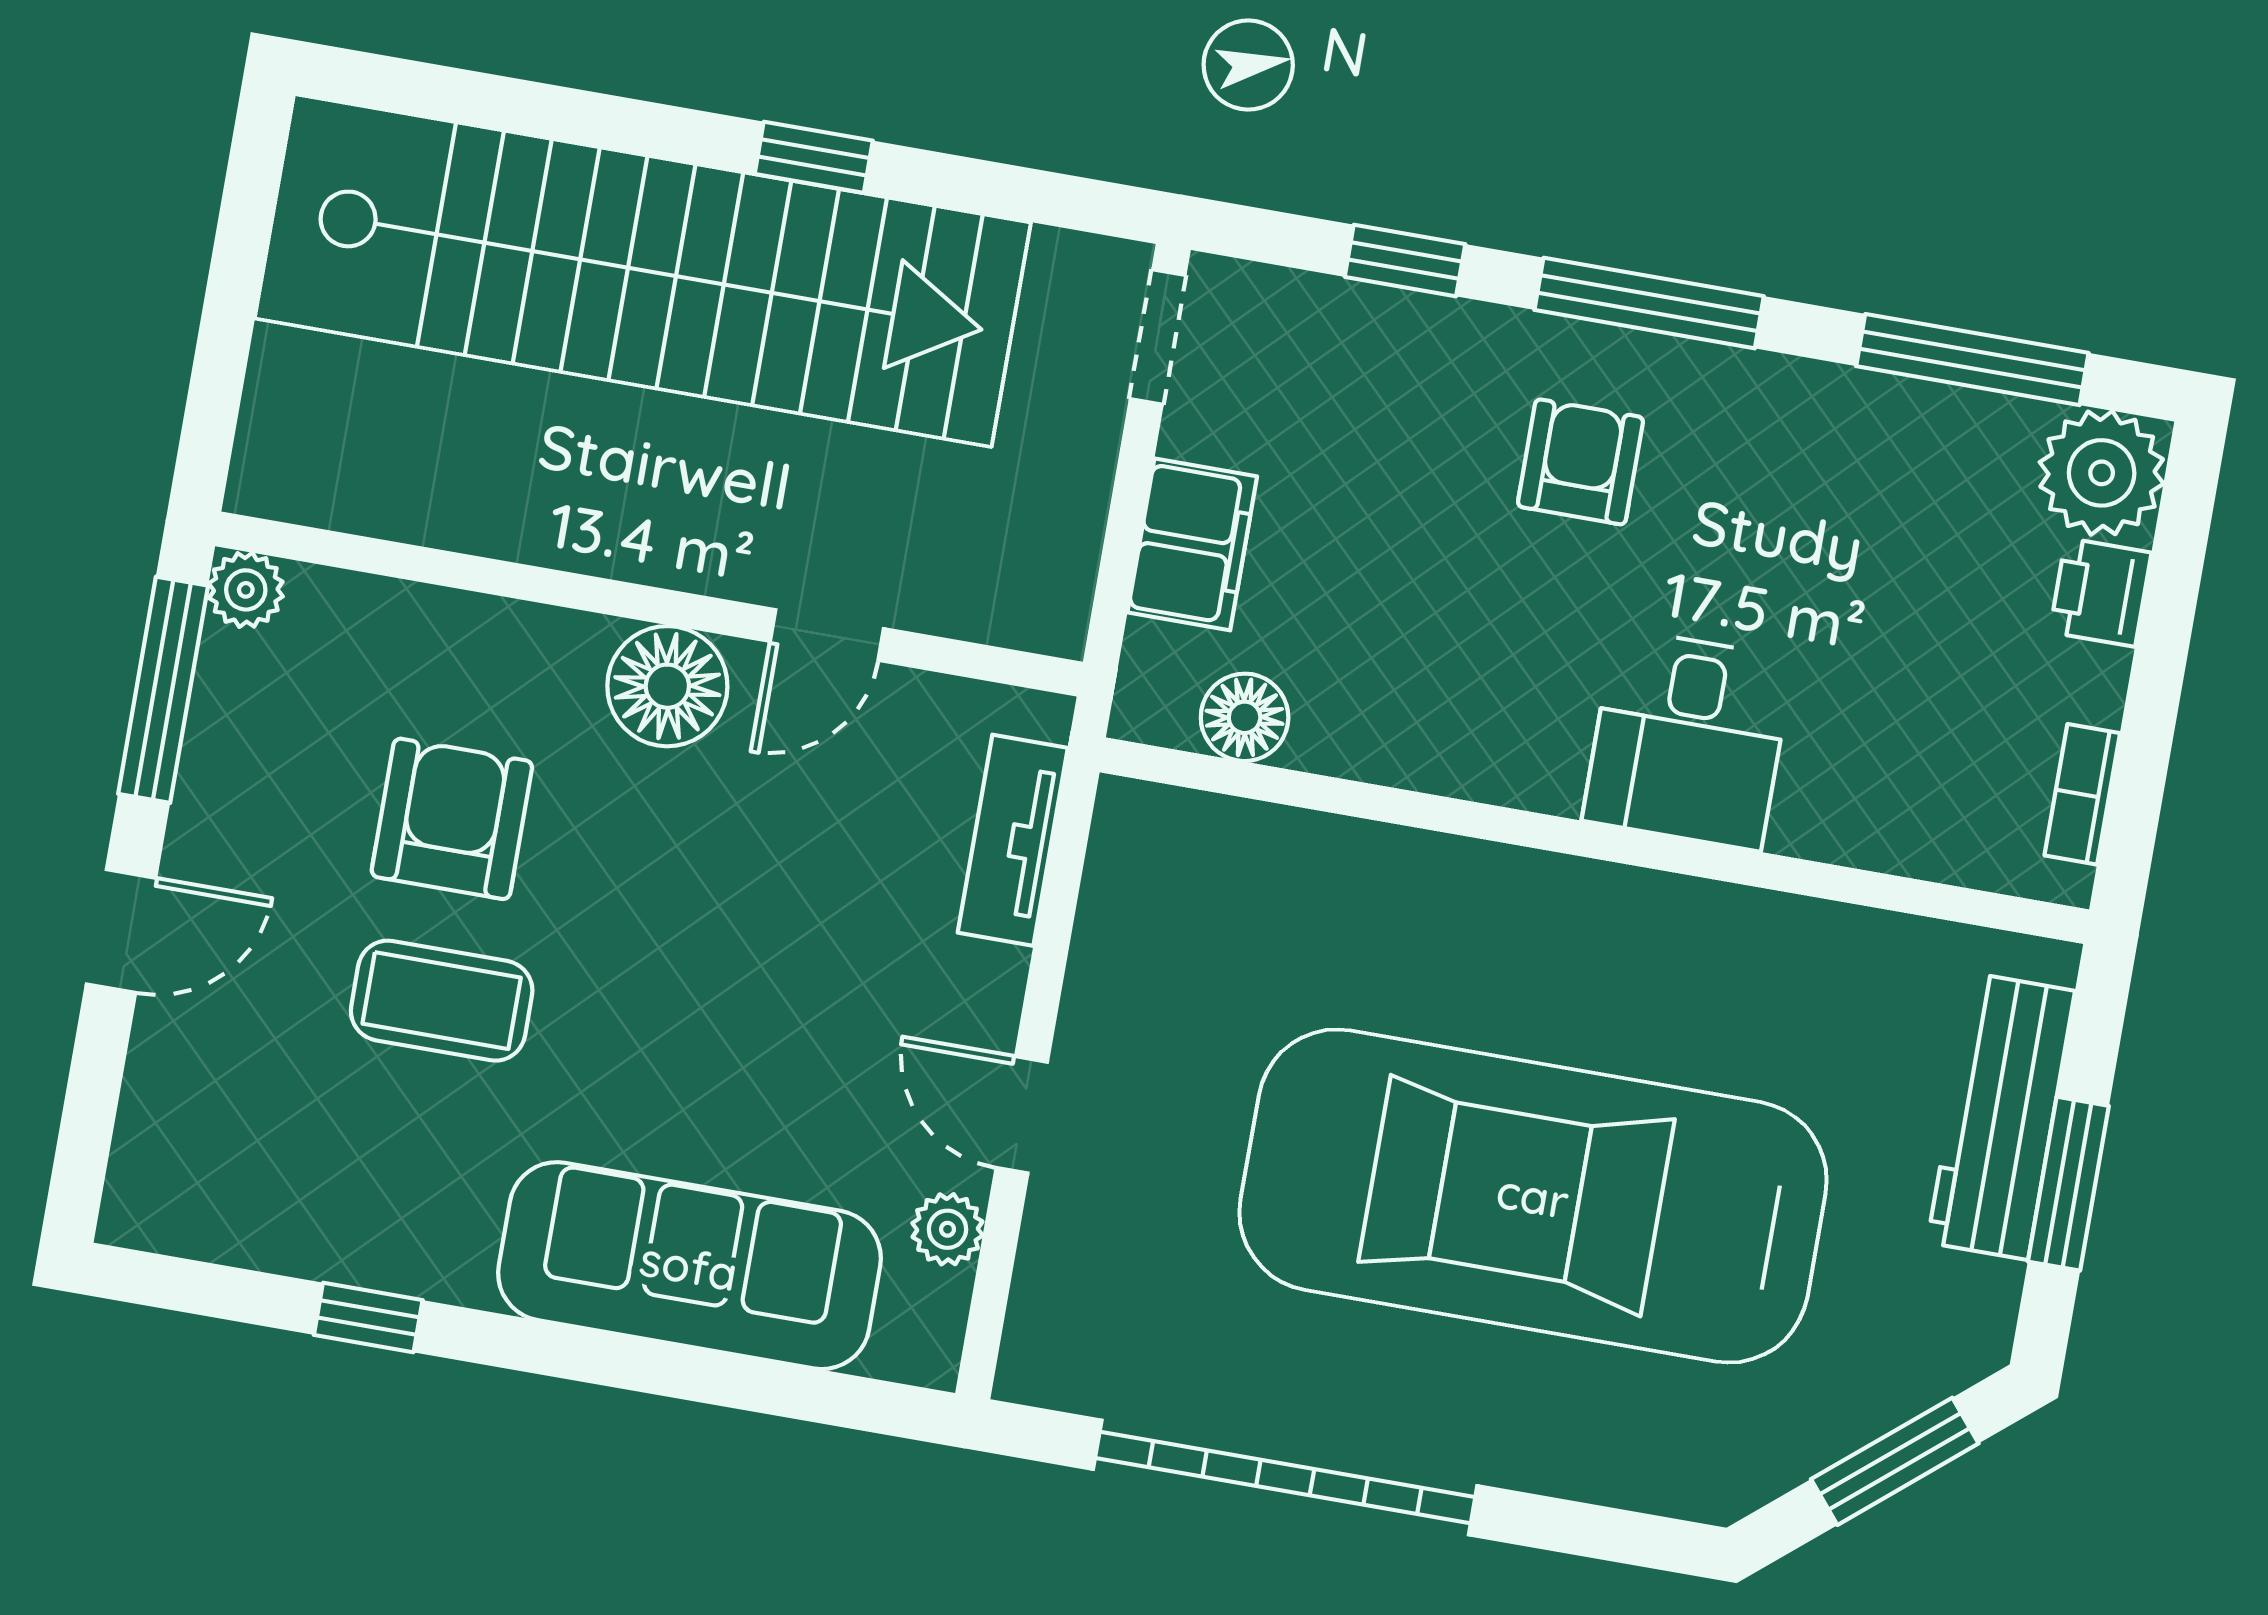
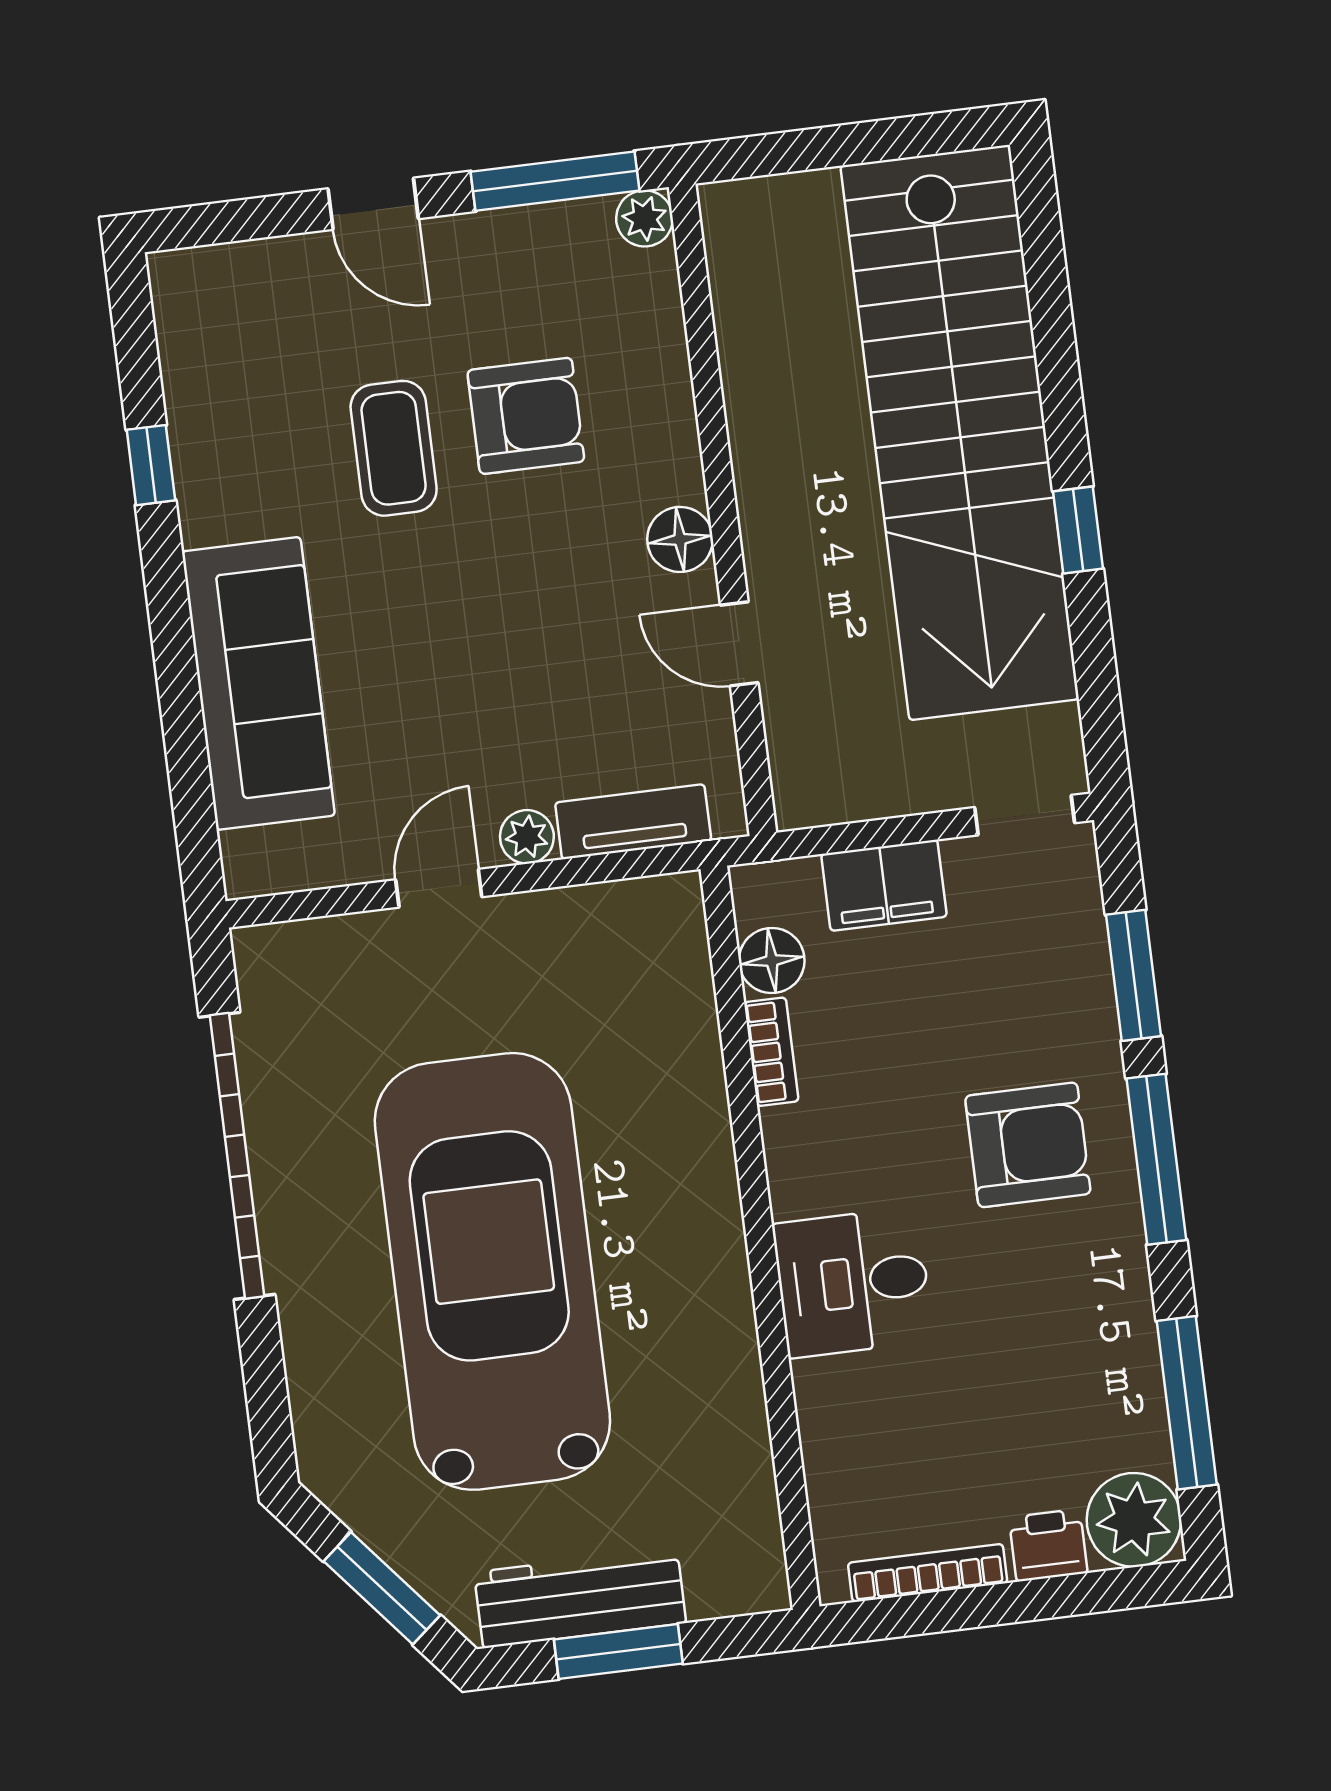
window: (1405, 260) -> (1133, 975), width x1.50
armchair: (1580, 462) -> (1028, 1145), width x1.38, depth x1.38
floor lamp: (667, 686) -> (680, 539), width x0.73, depth x0.73
bookcase: (1361, 754) -> (771, 1052), added
bookcase: (2082, 794) -> (928, 1573), width x1.56
workbench: (2001, 1117) -> (580, 1598), moved
plant: (947, 1229) -> (527, 837), moved

